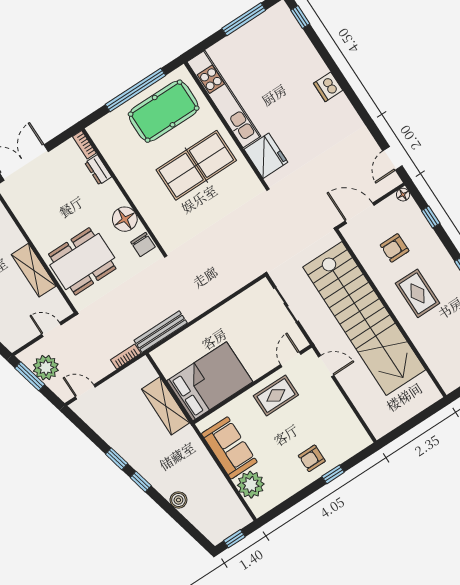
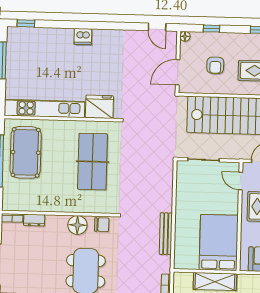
table tennis table: (196, 165) -> (92, 162), moved
bench: (161, 332) -> (166, 234), moved

